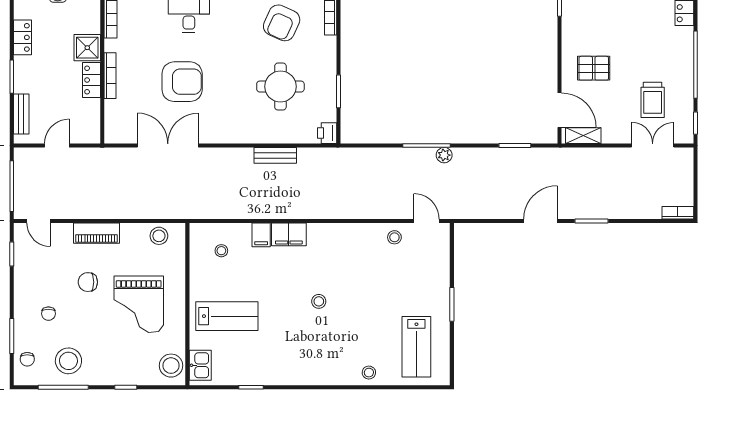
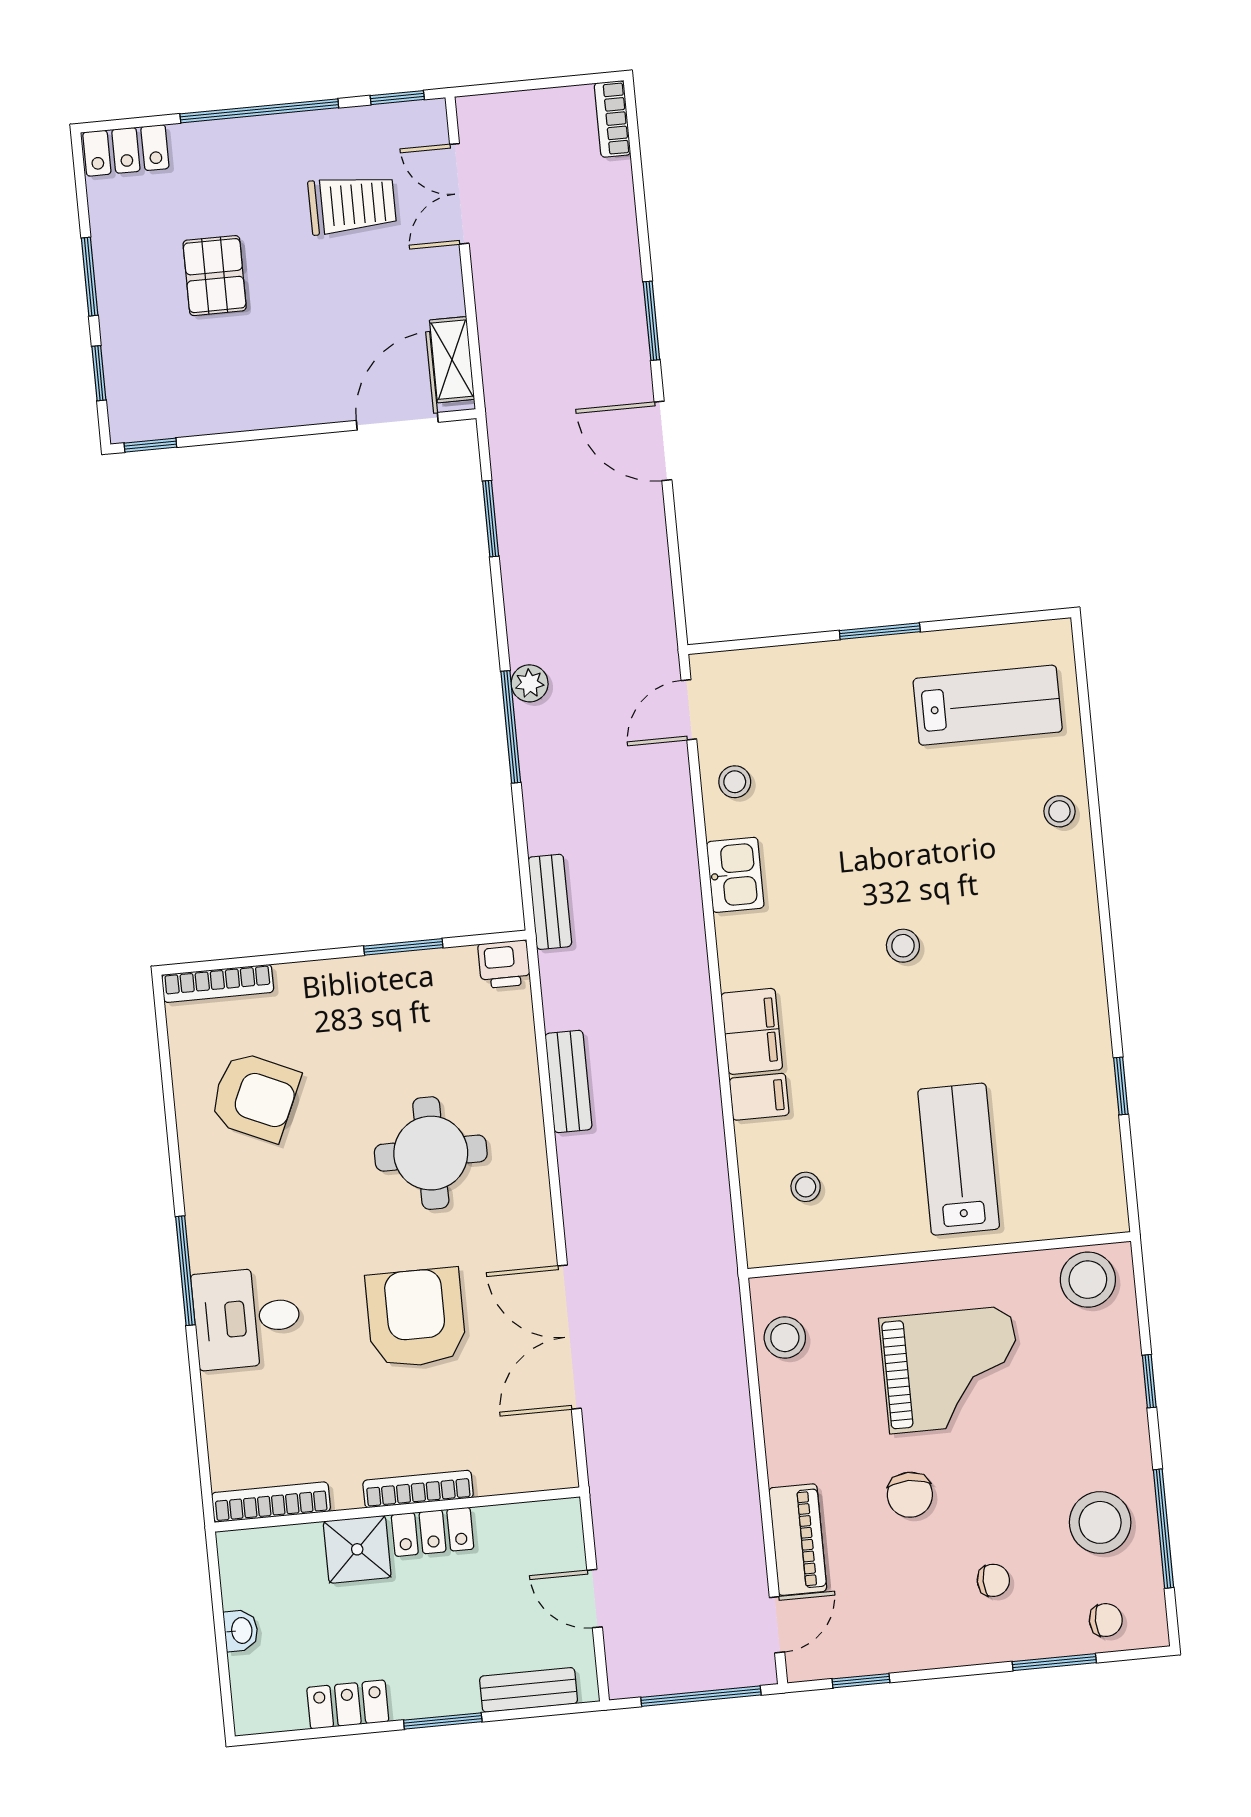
pallet: (594, 68) -> (215, 276), moved
round table: (280, 87) -> (431, 1153), moved
bench: (352, 155) -> (550, 902), added
piano: (97, 233) -> (798, 1540), moved
kitchen sink: (200, 365) -> (735, 875), moved, turned 90

